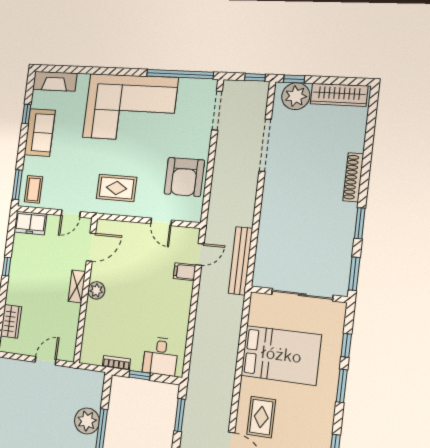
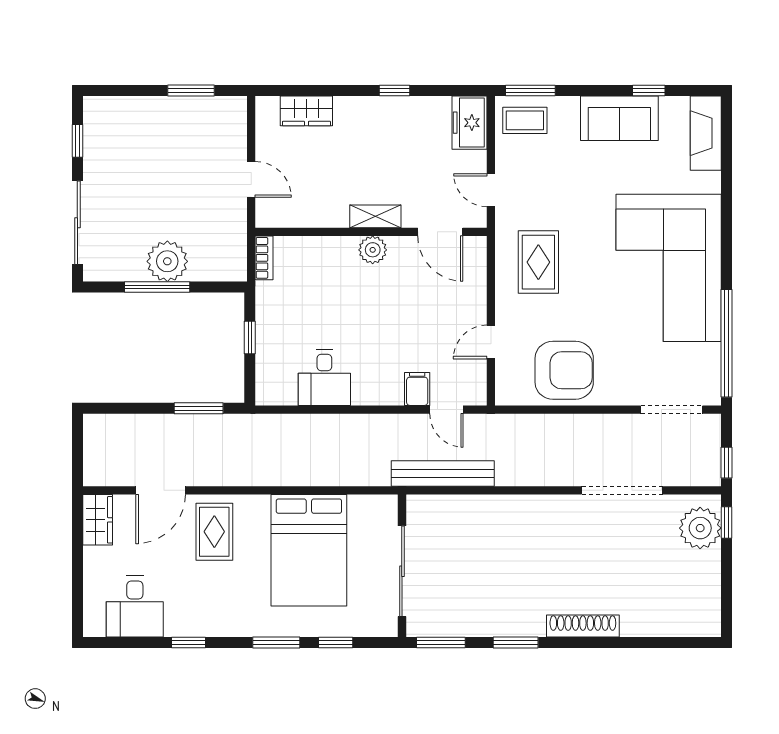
wardrobe: (339, 95) -> (705, 592), removed
armchair: (184, 177) -> (564, 370), turned 180
desk: (160, 356) -> (324, 378), moved, turned -90
bookcase: (116, 363) -> (264, 258), moved
rug: (261, 417) -> (214, 532), turned 90

